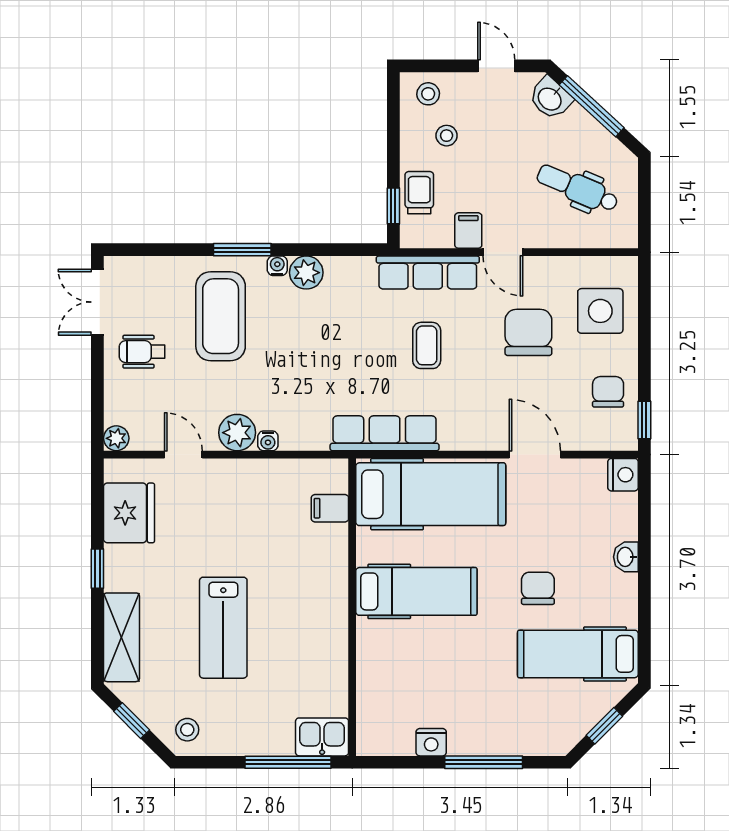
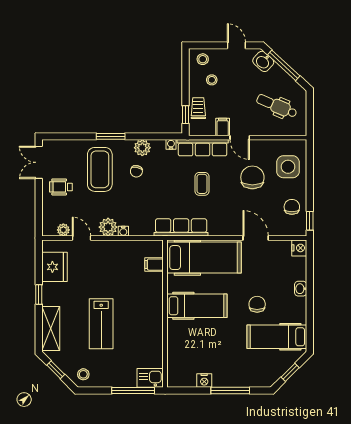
water cooler: (277, 266) -> (171, 144), moved
chair: (294, 320) -> (136, 171), added
plant: (116, 438) -> (63, 230), moved

